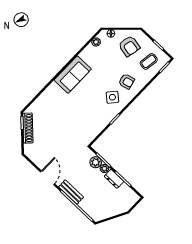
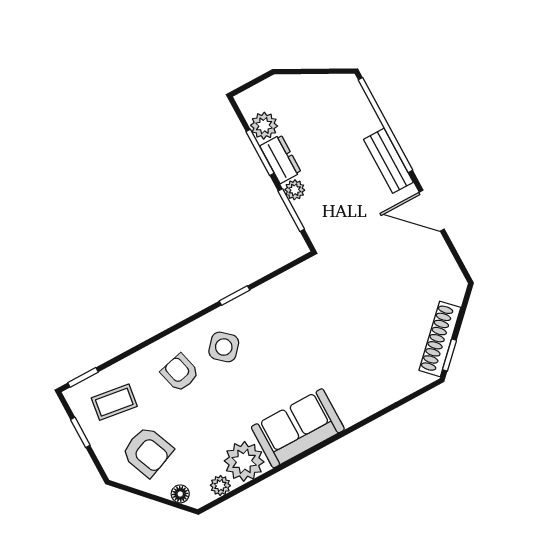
armchair: (129, 46) -> (147, 452), turned 146
plant: (90, 55) -> (244, 461), added
plant: (96, 162) -> (264, 126), moved
door: (48, 178) -> (432, 211), hinge flipped

